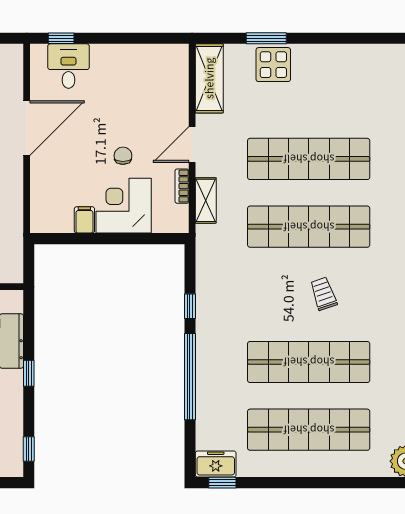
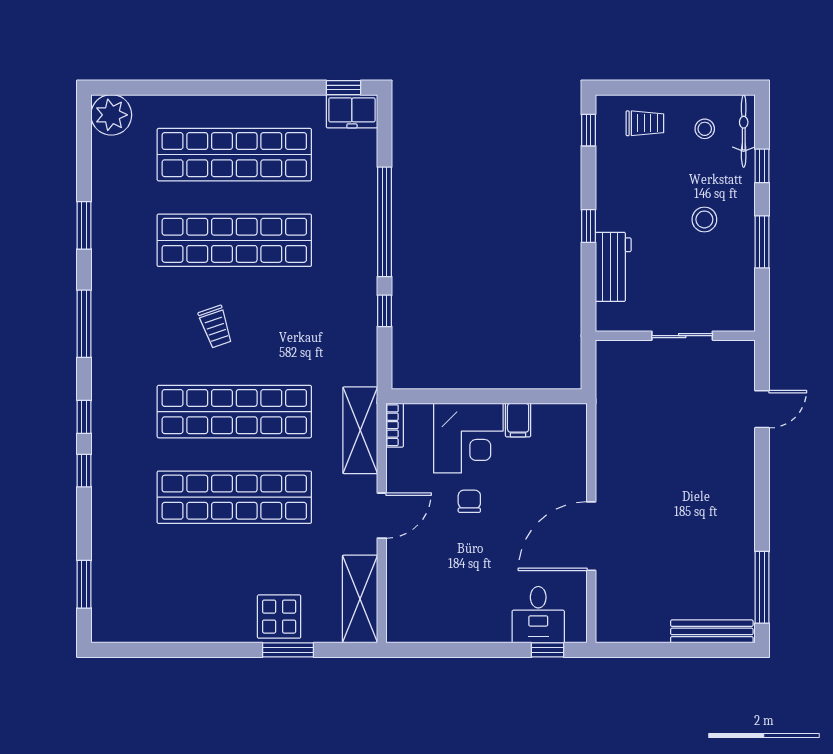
chair: (123, 156) -> (469, 501), turned 180
bookcase: (182, 186) -> (395, 425), moved
shelving: (206, 200) -> (360, 430), width x1.50, depth x1.33

